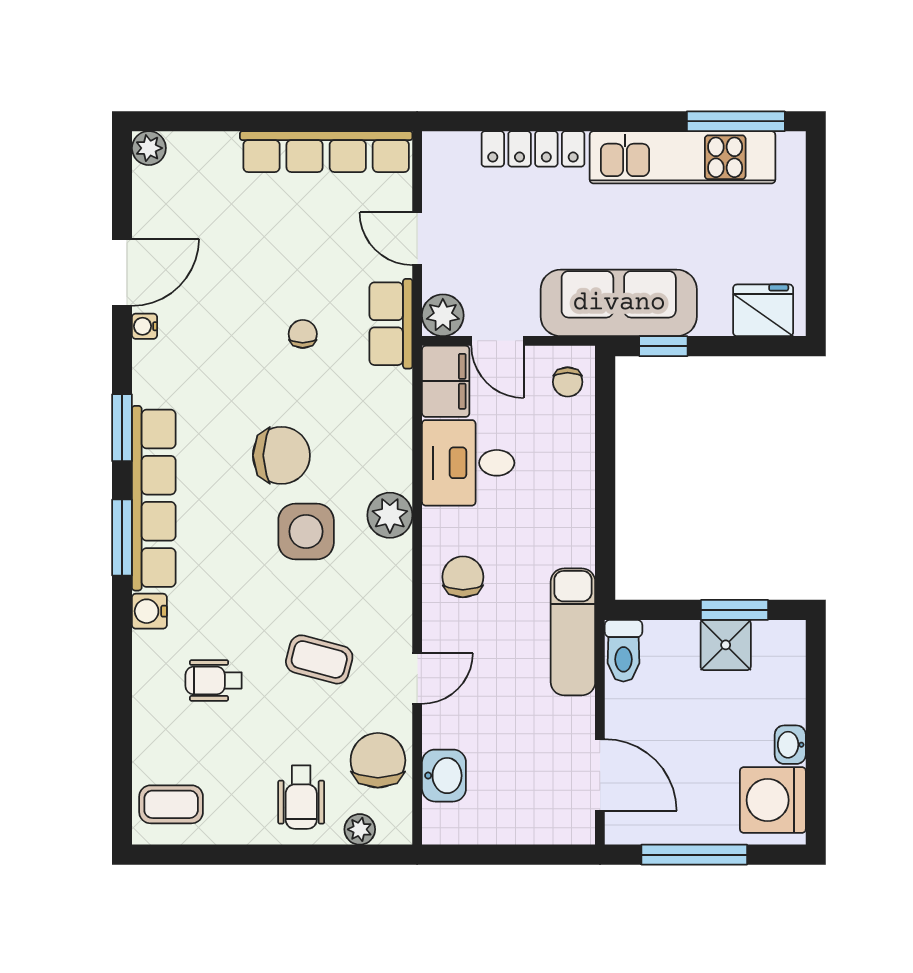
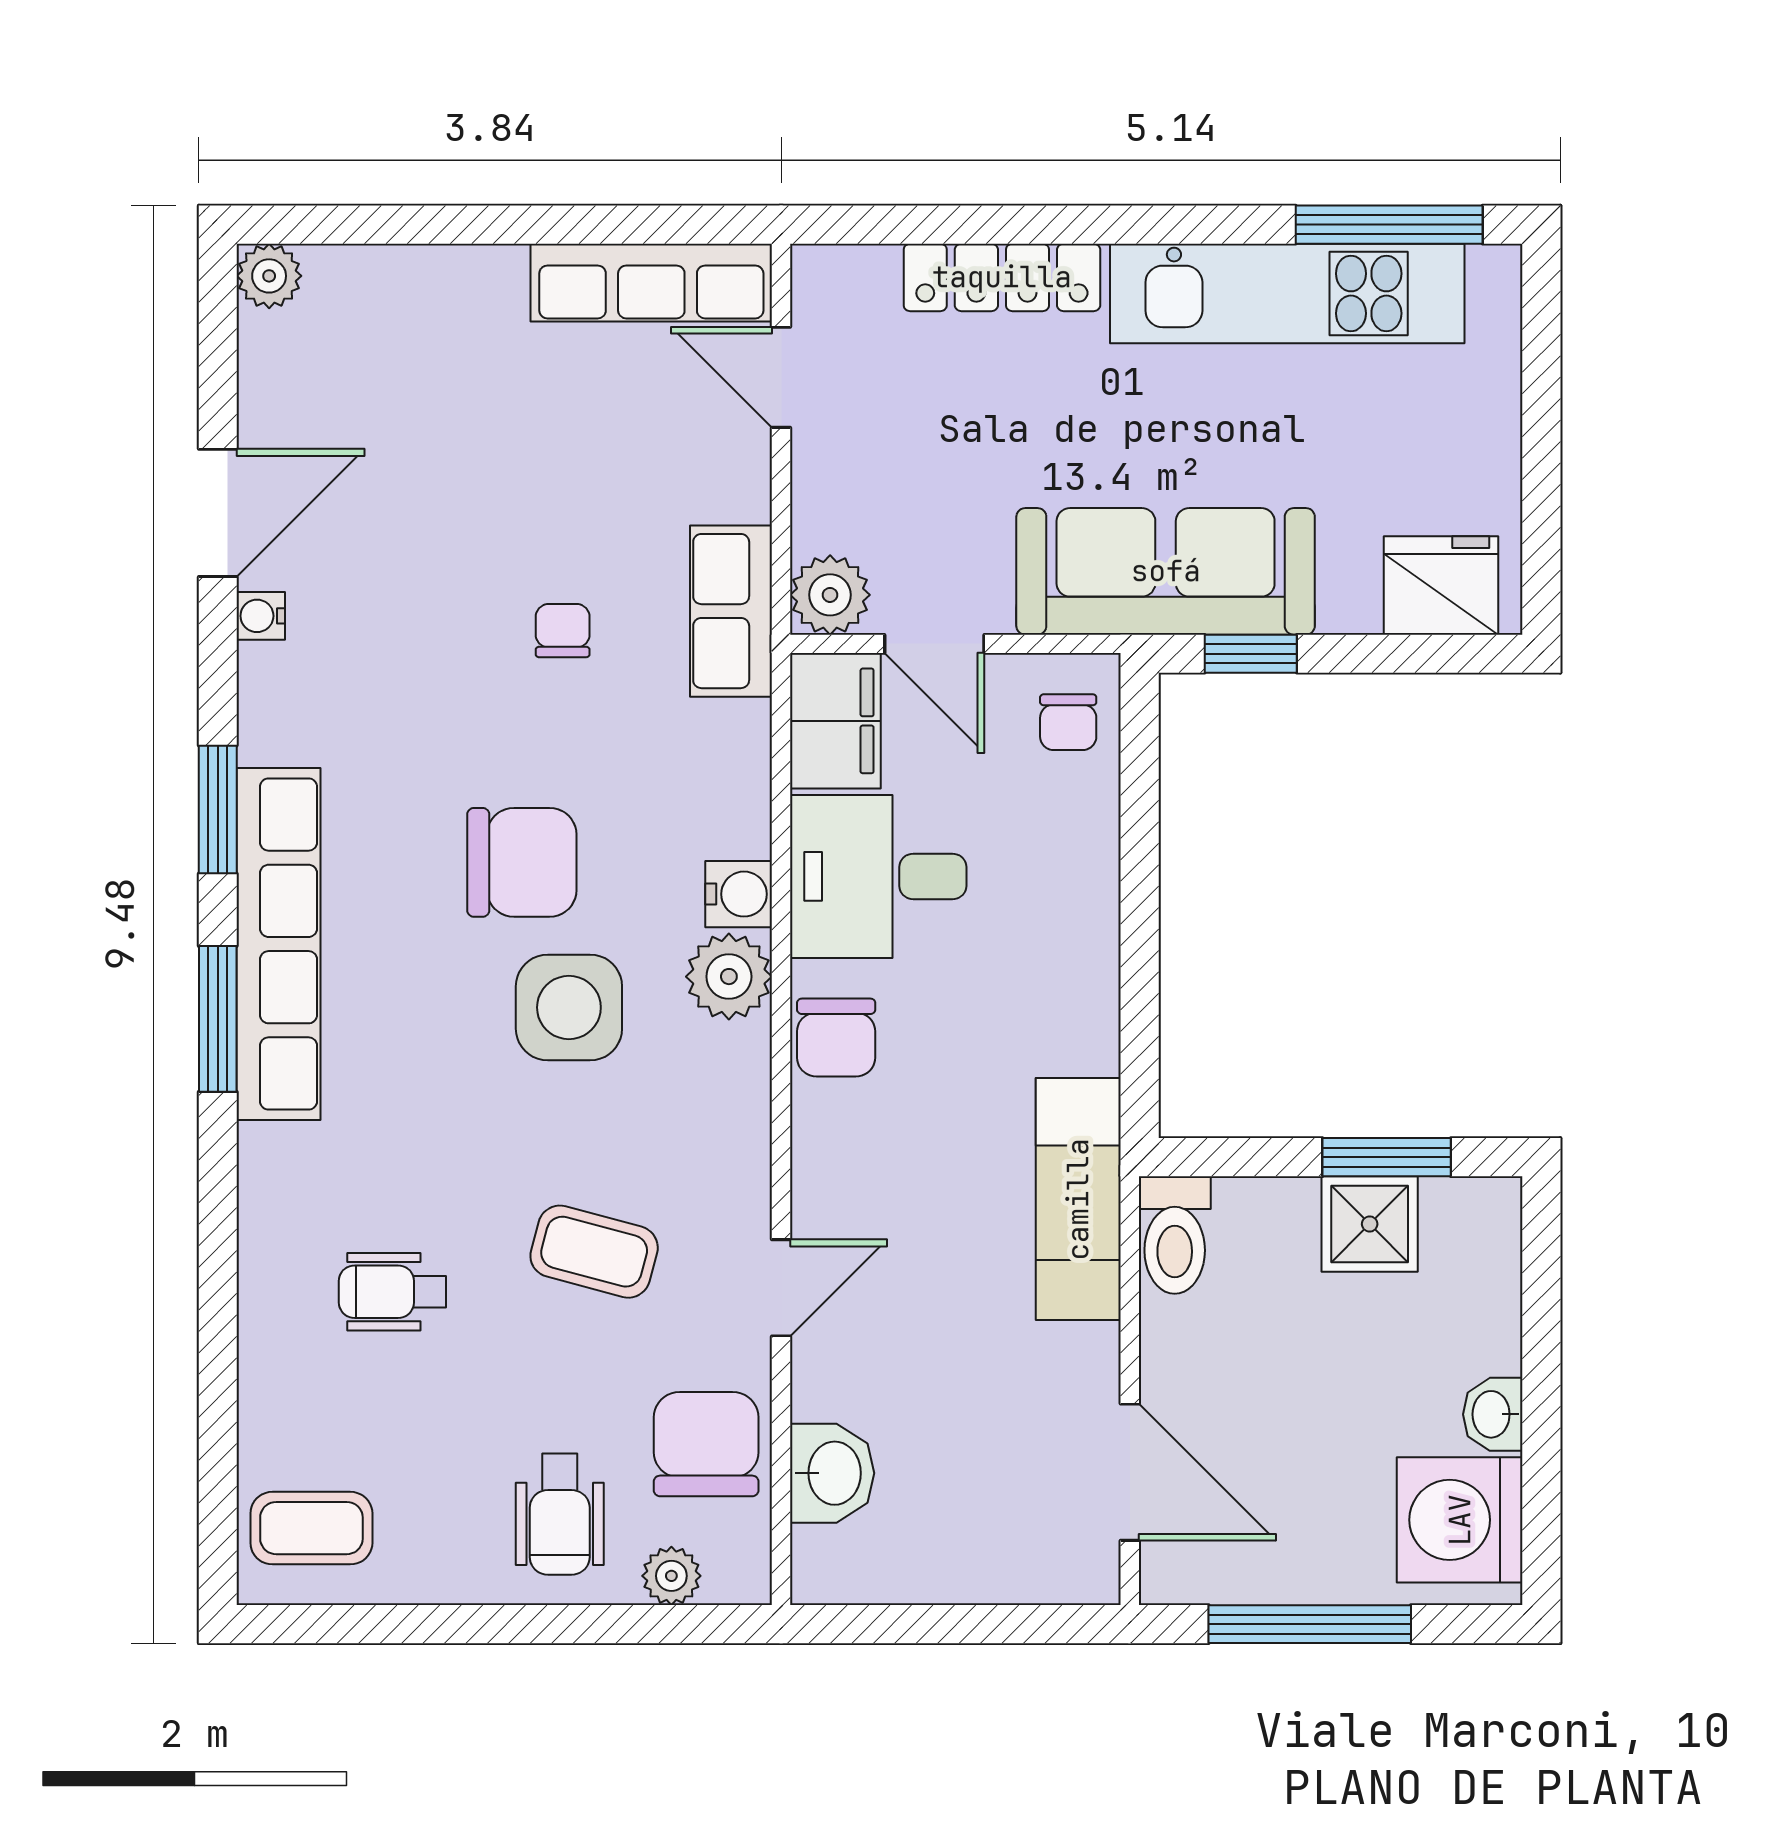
row of seats: (326, 152) -> (651, 283), width x0.73
door: (417, 239) -> (781, 377), moved
chair: (463, 577) -> (836, 1037), moved, turned 180
water cooler: (149, 611) -> (739, 894), moved, turned 180

